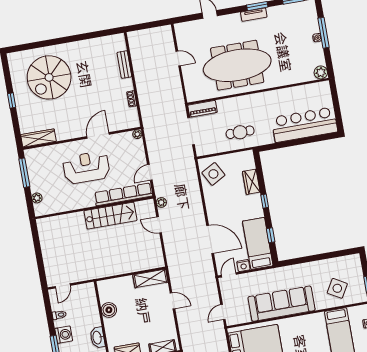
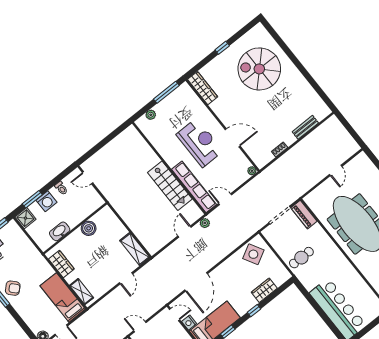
cafe table: (240, 132) -> (301, 258), turned 90

